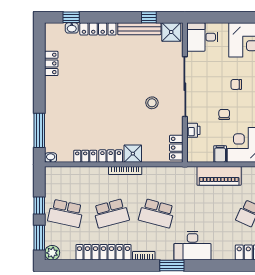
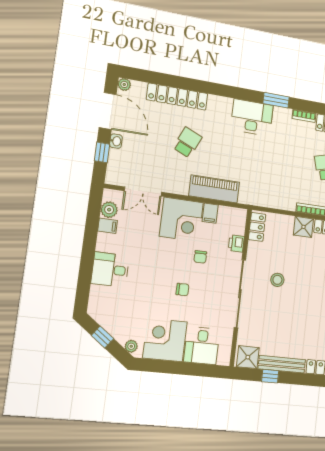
desk: (202, 37) -> (202, 346), moved, turned 90
school desk: (157, 213) -> (286, 159), removed

